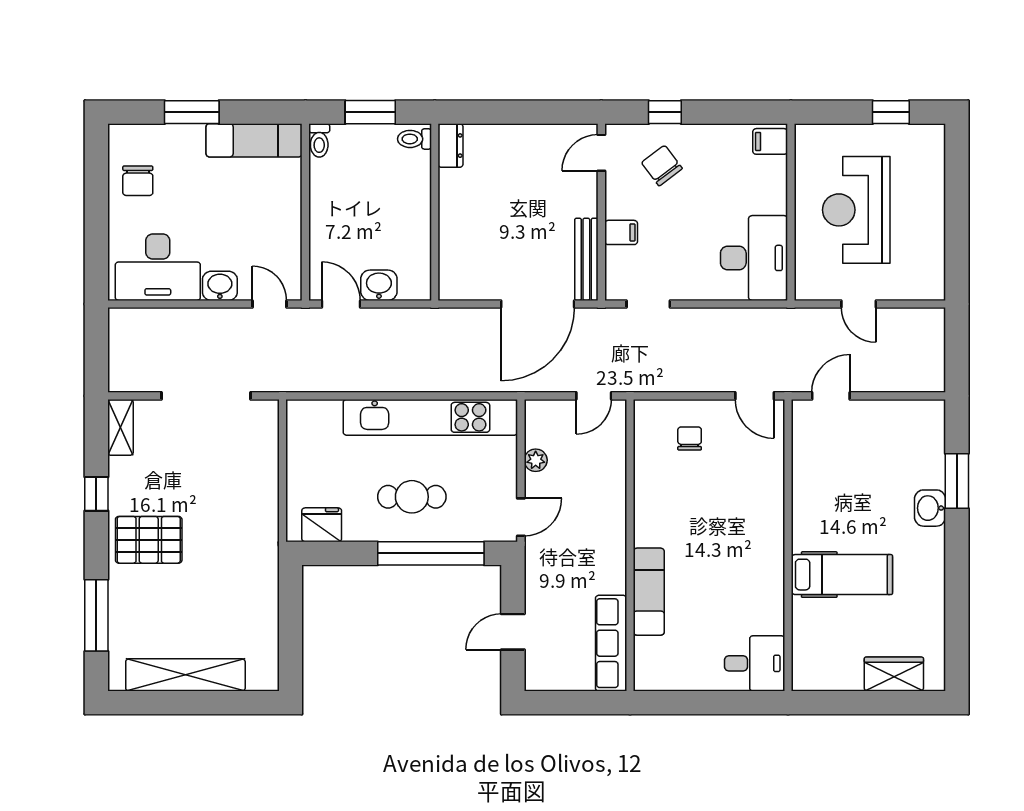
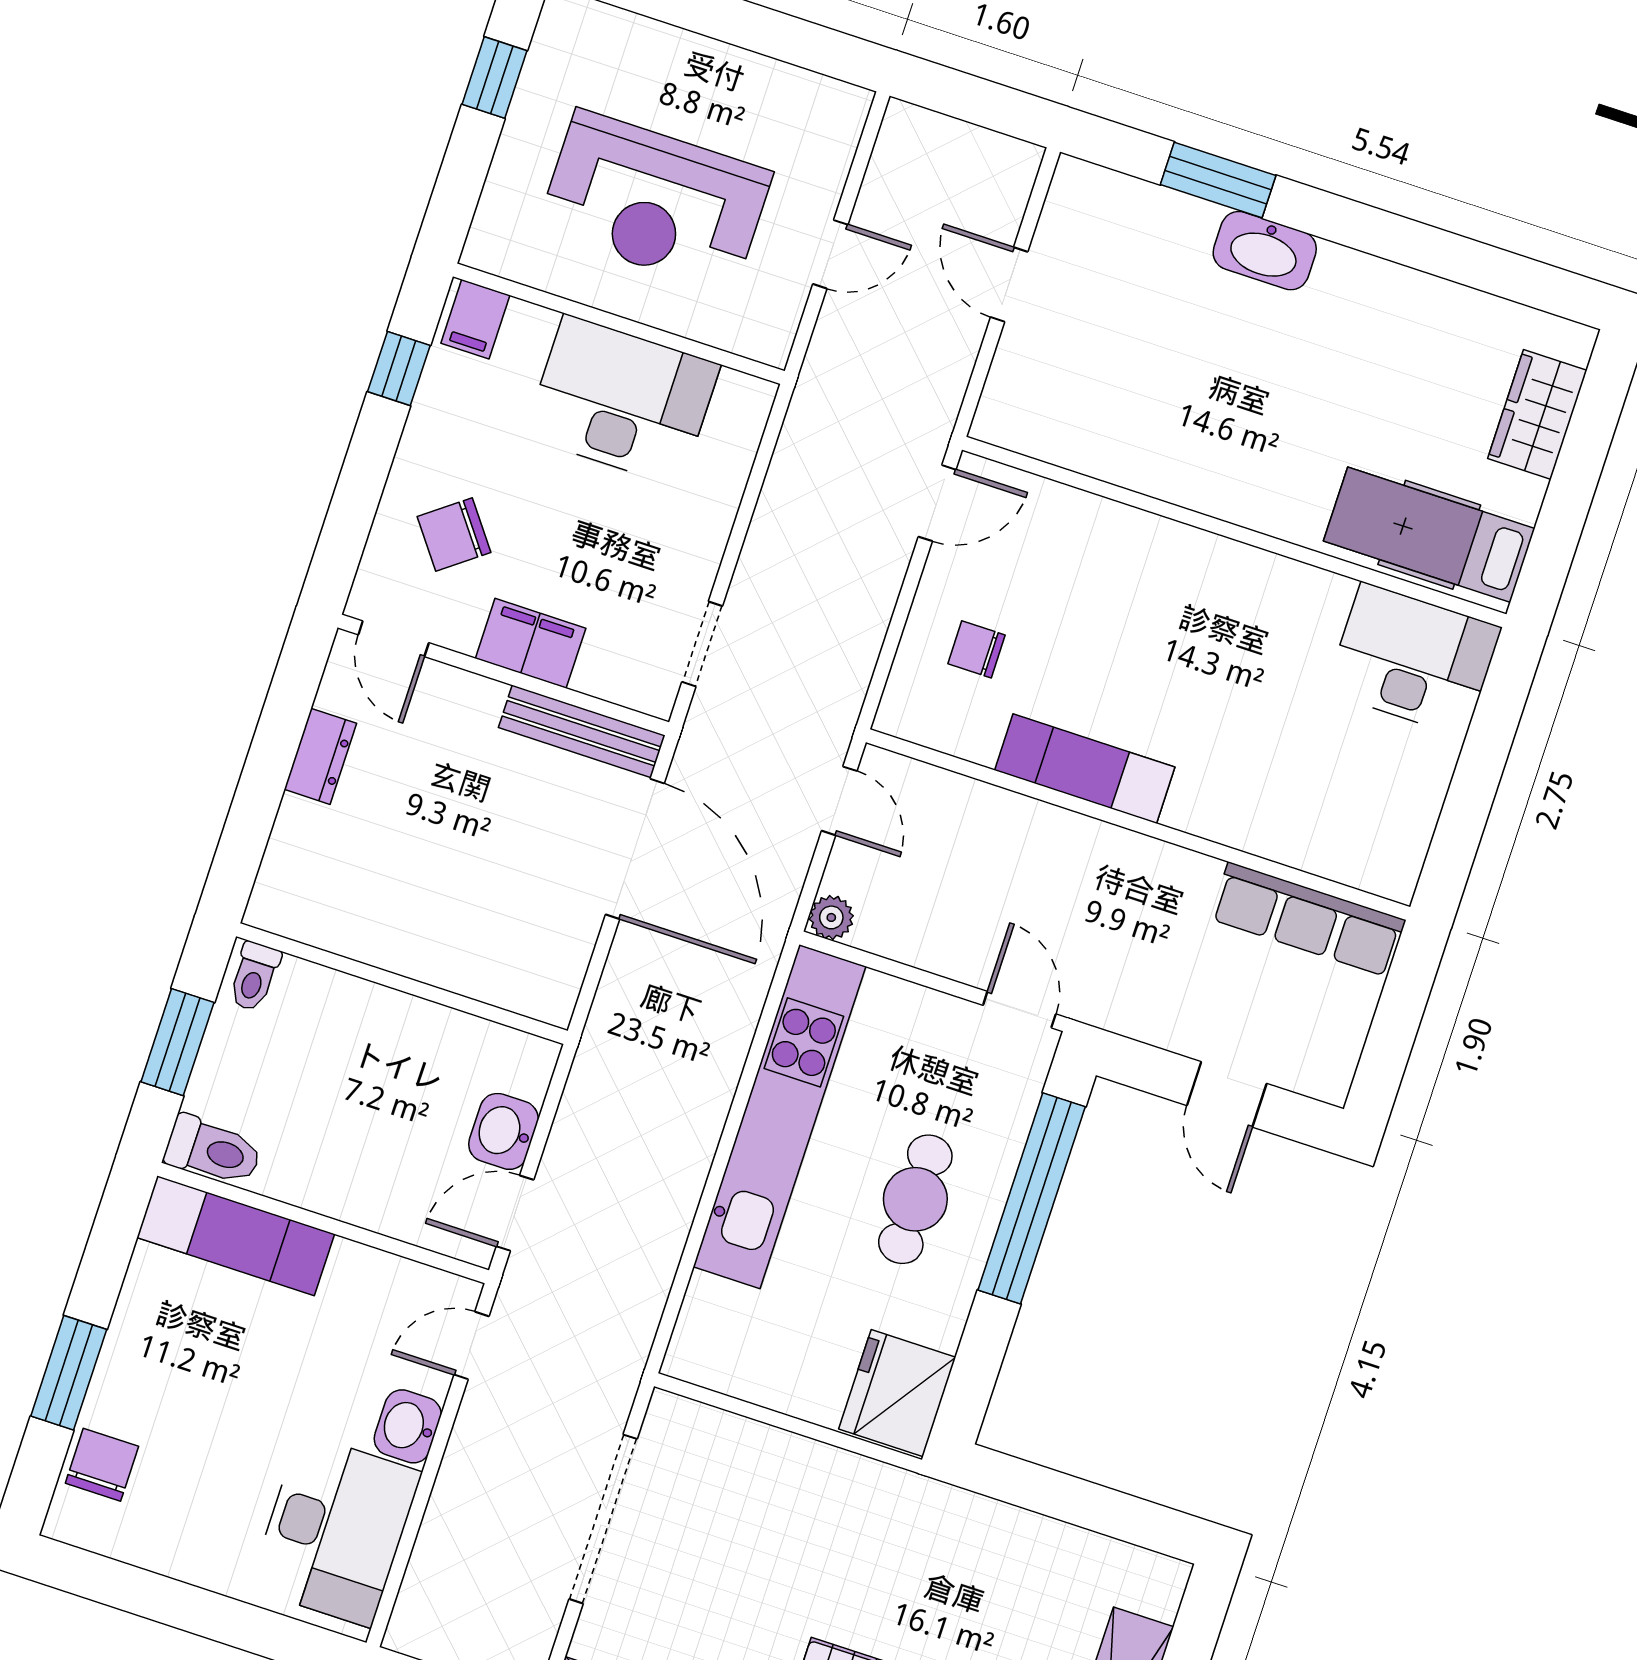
window: (665, 112) -> (399, 369), moved
exam couch: (254, 140) -> (236, 1236), moved, turned 90
toilet: (319, 140) -> (213, 1151), width x1.37, depth x1.39
dresser: (450, 146) -> (320, 756), moved, turned 90
chair: (138, 181) -> (102, 1465), moved, turned -90
filing cabinet: (621, 232) -> (531, 643), width x2.00
desk: (754, 258) -> (622, 401), moved
door: (831, 396) -> (1009, 284), moved
plant: (536, 460) -> (831, 917), moved
washbasin: (930, 508) -> (1265, 251), width x1.38
fridge: (322, 525) -> (897, 1393), width x1.36, depth x1.34
hospital bed: (842, 575) -> (1429, 535), moved, turned -90
exam couch: (649, 592) -> (1085, 769), moved
desk: (755, 663) -> (1414, 660), width x1.37

